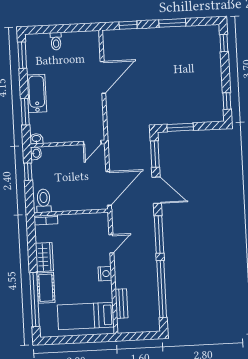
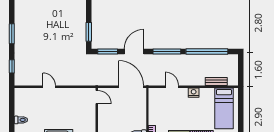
door: (103, 77) -> (49, 87), width x0.53

